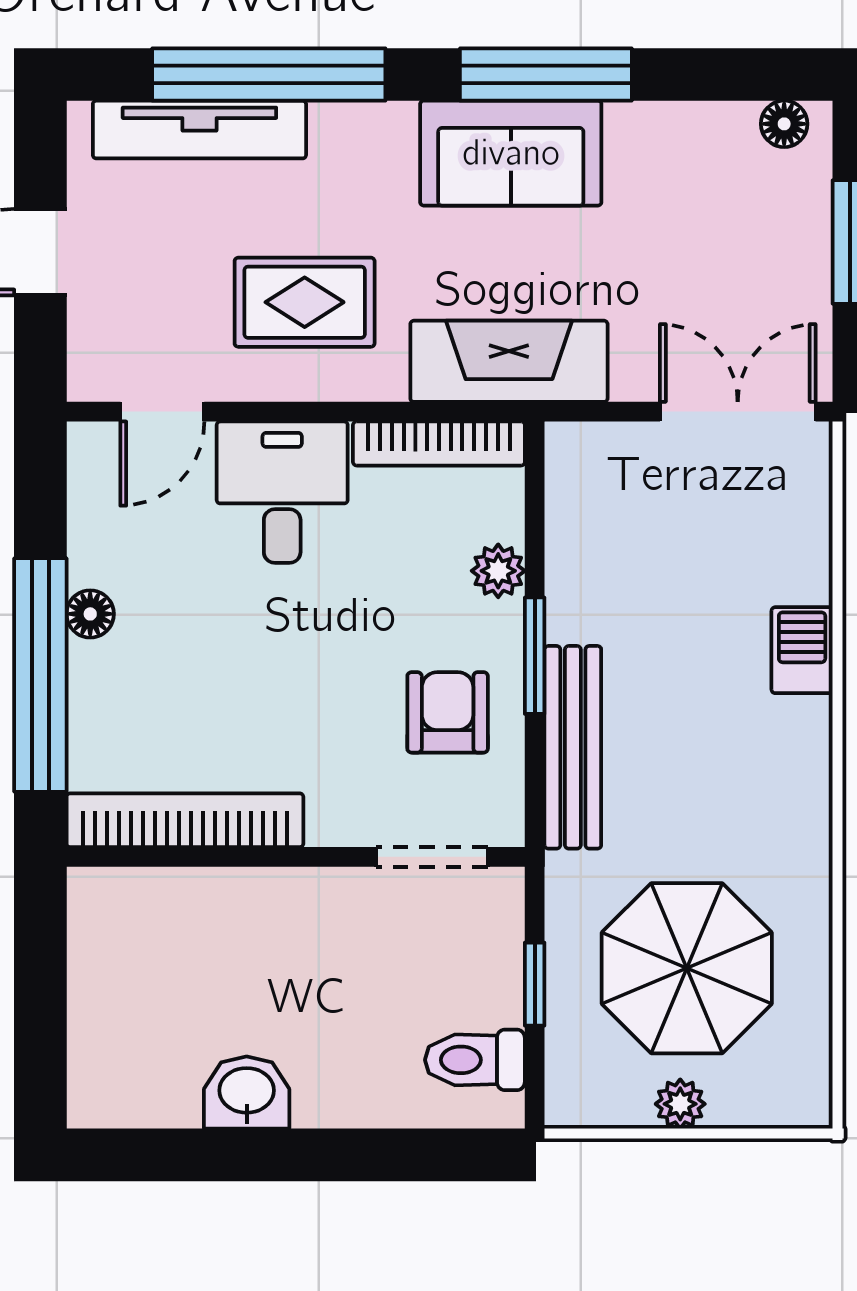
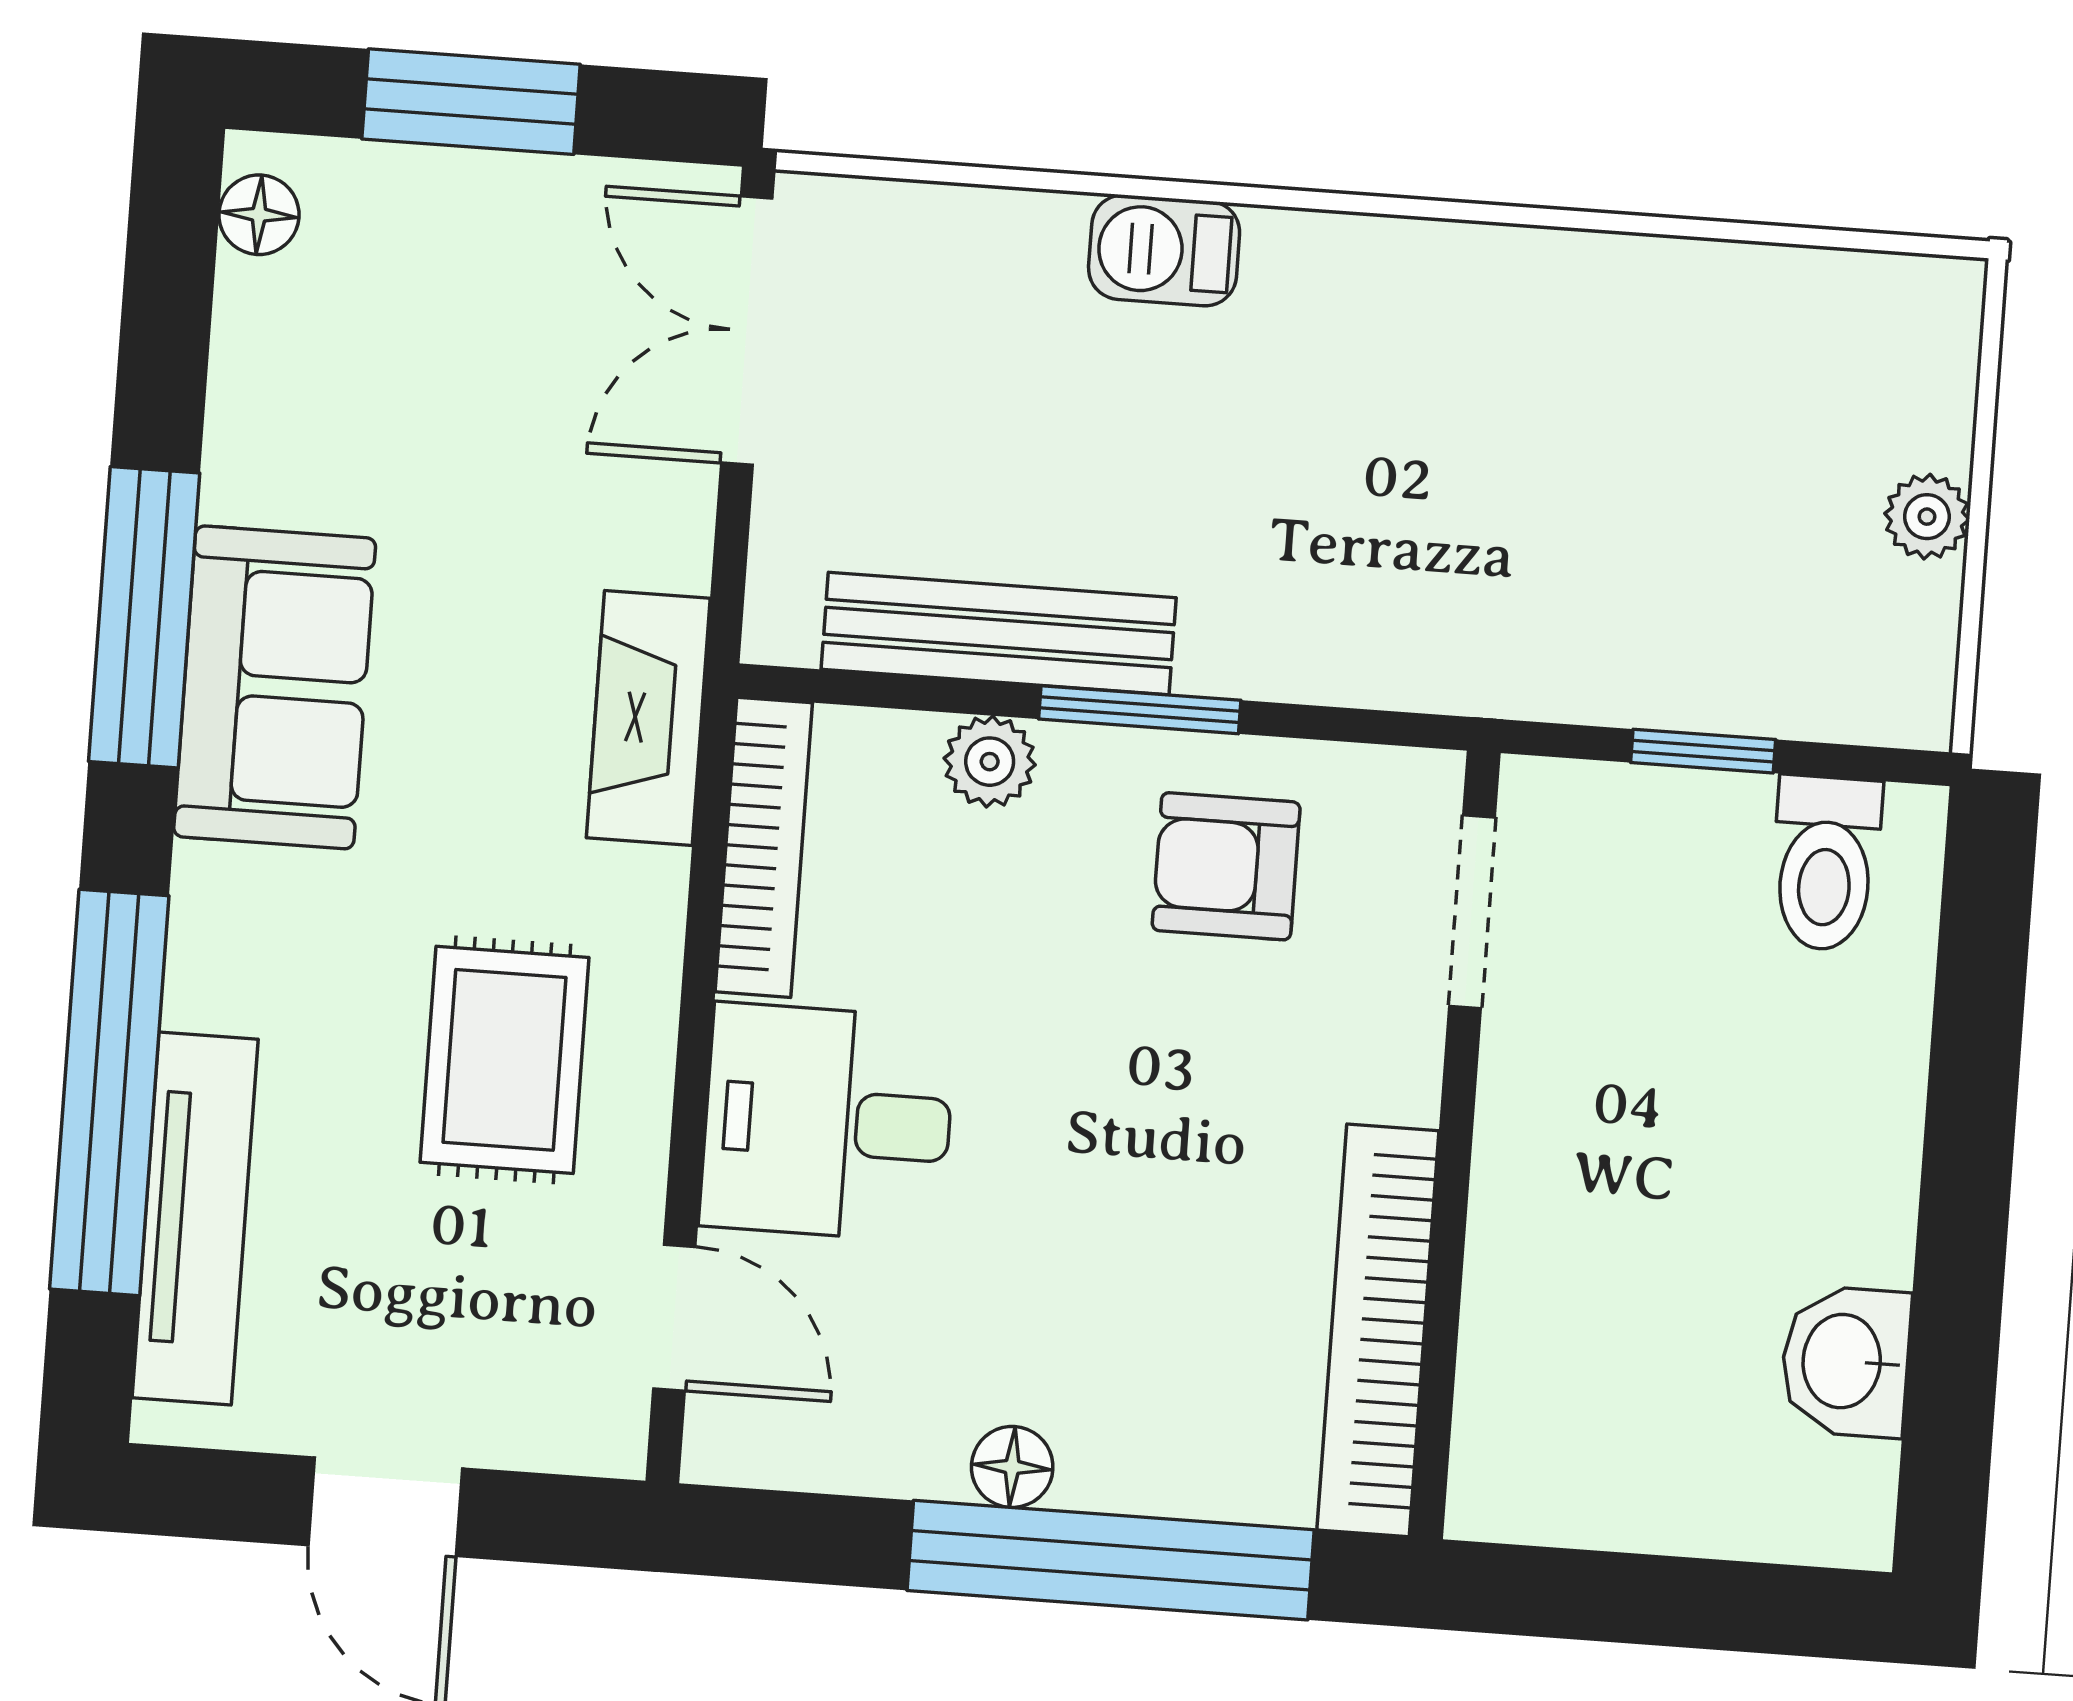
fireplace: (509, 361) -> (648, 718), width x0.73, depth x0.76
bench: (573, 747) -> (999, 633), moved
parasol: (687, 968) -> (1695, 488), removed
washbasin: (247, 1093) -> (1845, 1361), moved

